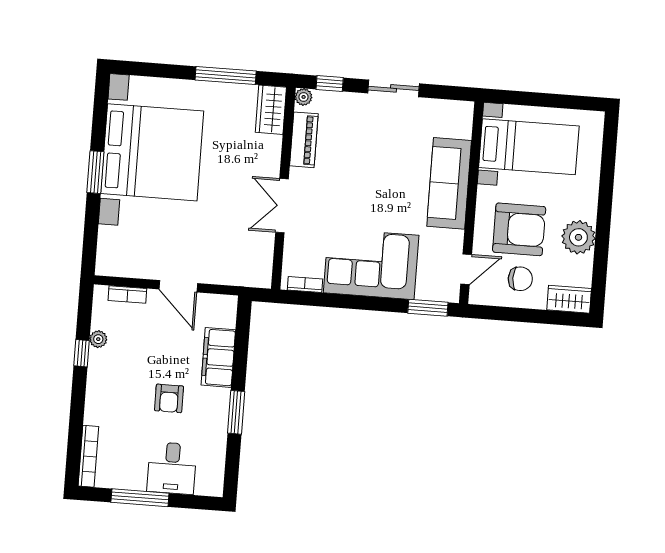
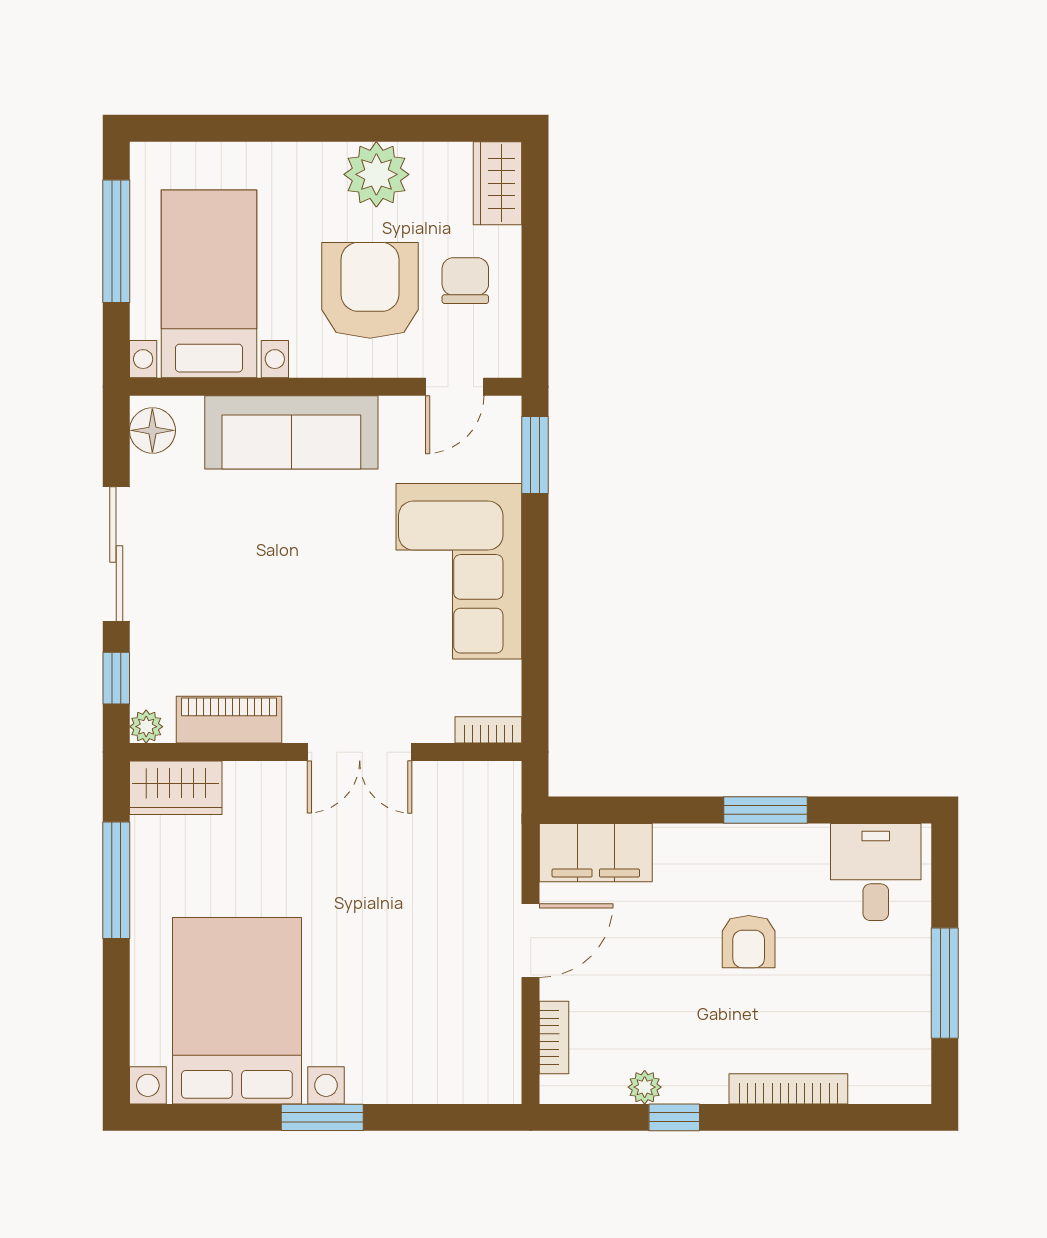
sliding door: (394, 88) -> (116, 554), width x1.37
window: (554, 101) -> (116, 241), added
floor lamp: (456, 112) -> (152, 430), added
bed with nightstands: (152, 152) -> (237, 1011), width x0.73
door: (466, 269) -> (455, 387), swing flipped
bookcase: (305, 284) -> (488, 730), moved, turned 90
filing cabinet: (218, 357) -> (596, 853), moved
armchair: (169, 398) -> (749, 942), turned 90
bookcase: (88, 456) -> (788, 1089), moved
desk: (172, 468) -> (876, 872), moved, turned -90

